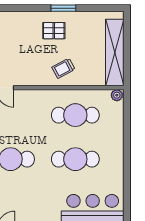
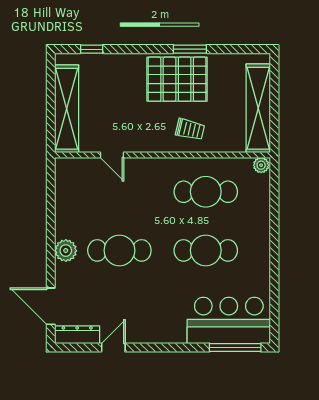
pallet: (54, 31) -> (177, 79), width x2.05, depth x2.00
trolley: (63, 68) -> (190, 129), turned -139

